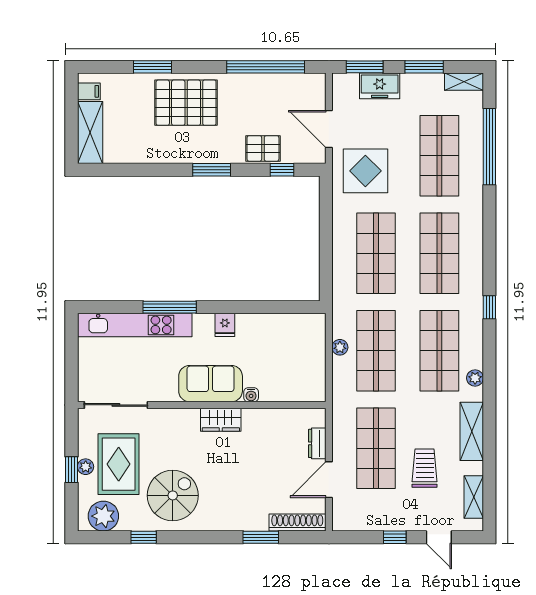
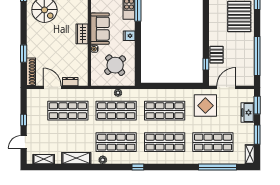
window: (212, 170) -> (206, 29), removed
round table: (284, 353) -> (115, 65), added
trolley: (425, 468) -> (58, 135), removed

